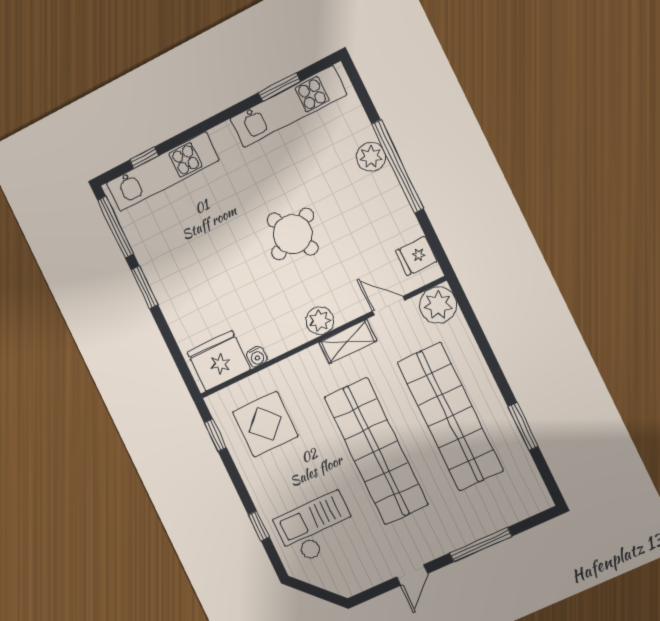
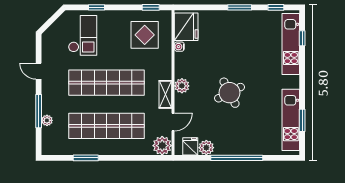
plant: (371, 157) -> (206, 148), moved
window: (115, 227) -> (276, 7), width x0.46
plant: (490, 523) -> (47, 120), added

